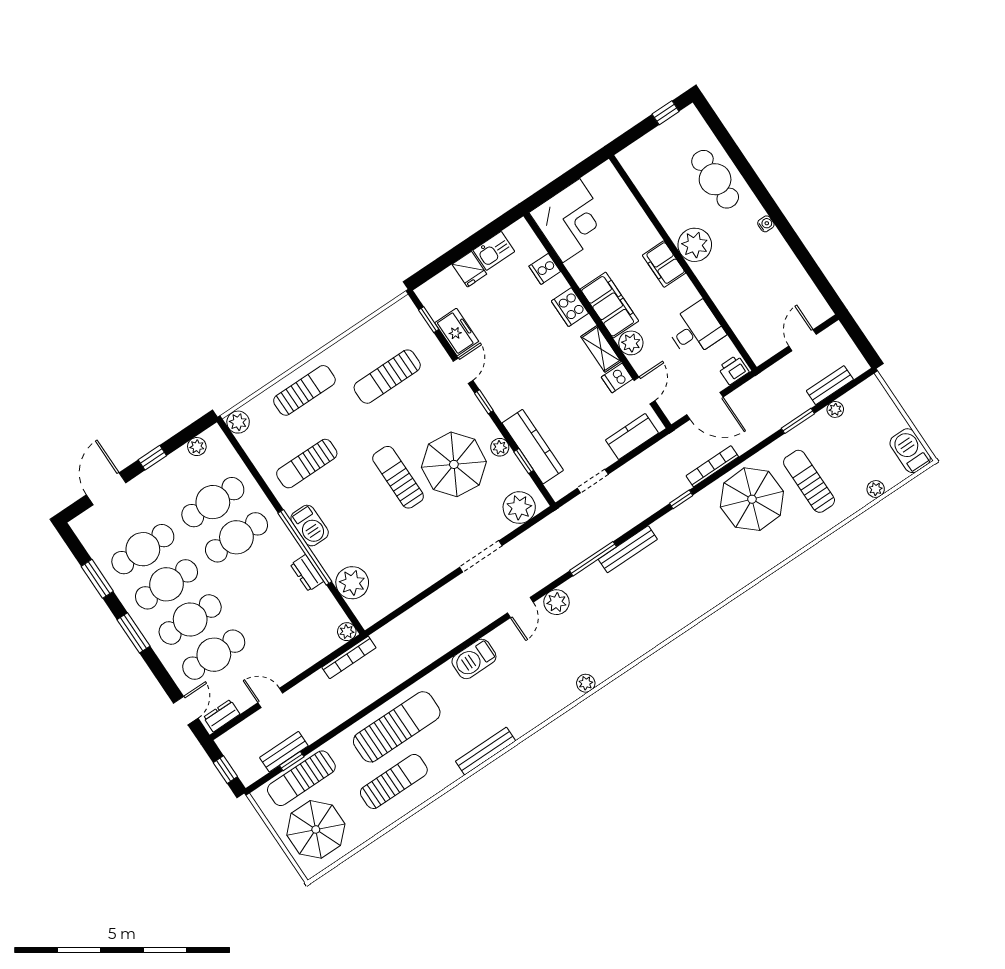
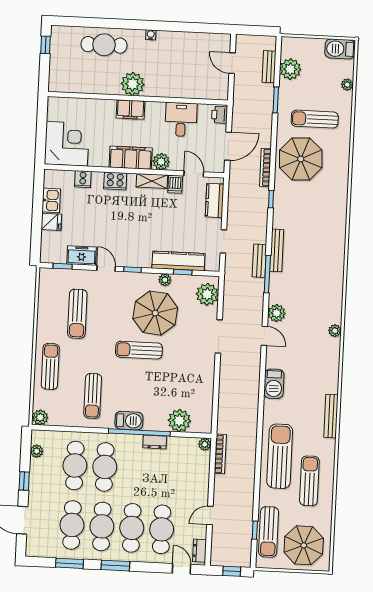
plant: (835, 409) -> (290, 69), width x1.88, depth x1.88
bench: (284, 752) -> (259, 261), moved

